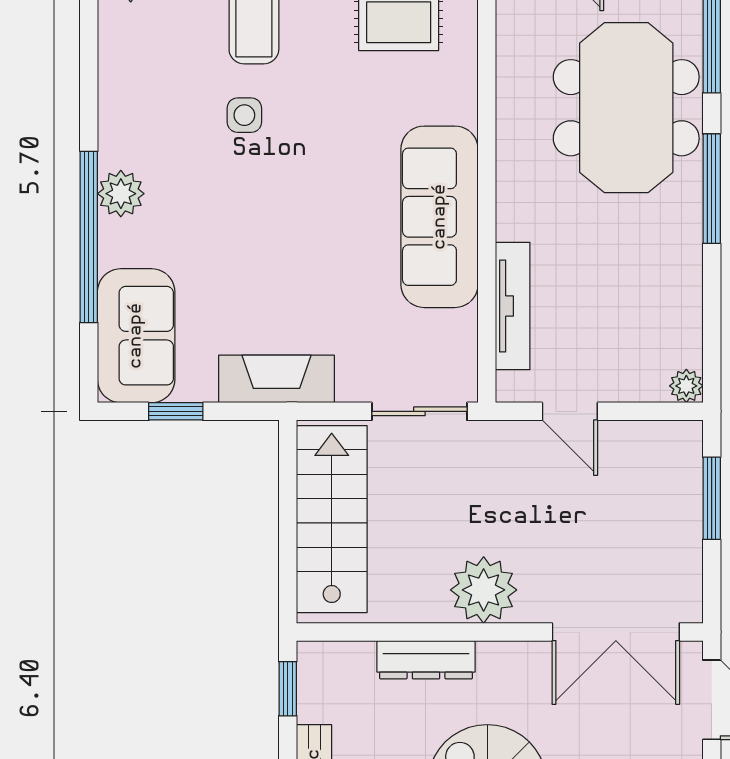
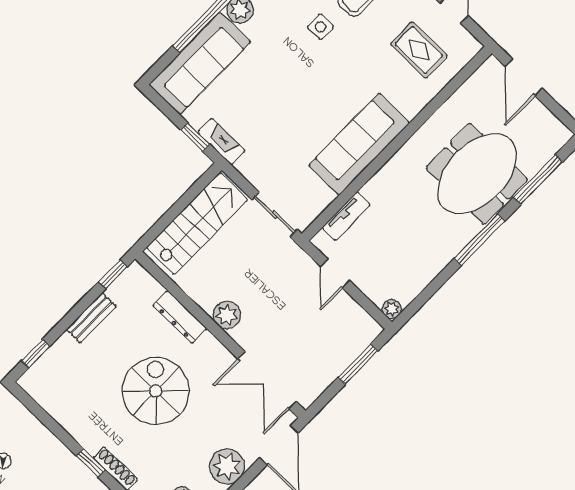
tv unit: (513, 306) -> (346, 216), width x0.71
sofa: (136, 336) -> (200, 63), width x1.36
fireplace: (276, 379) -> (221, 142), width x0.73, depth x0.76
window: (176, 411) -> (195, 137), moved
plant: (484, 590) -> (227, 315), width x0.73, depth x0.73

